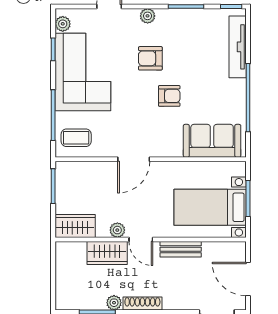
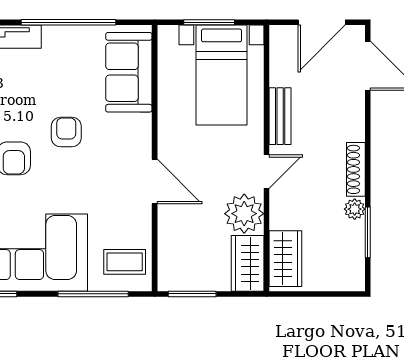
coffee table: (76, 138) -> (125, 262), turned 90
plant: (117, 230) -> (244, 214), width x1.88, depth x1.88
wardrobe: (107, 253) -> (285, 259), moved

